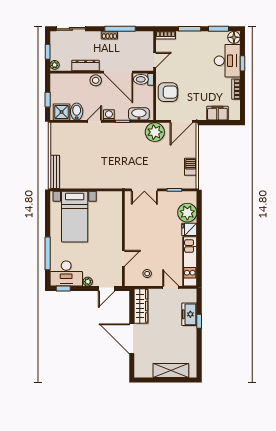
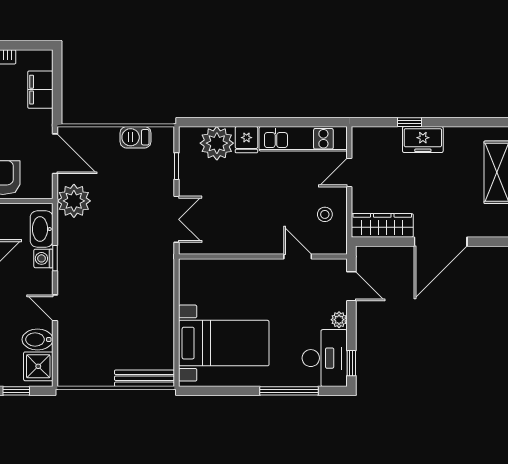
washing machine: (109, 115) -> (43, 258), moved
freezer: (189, 314) -> (423, 140), moved

